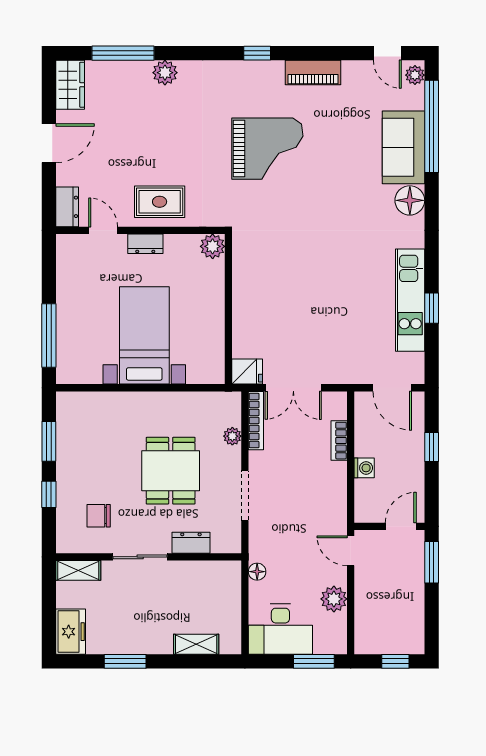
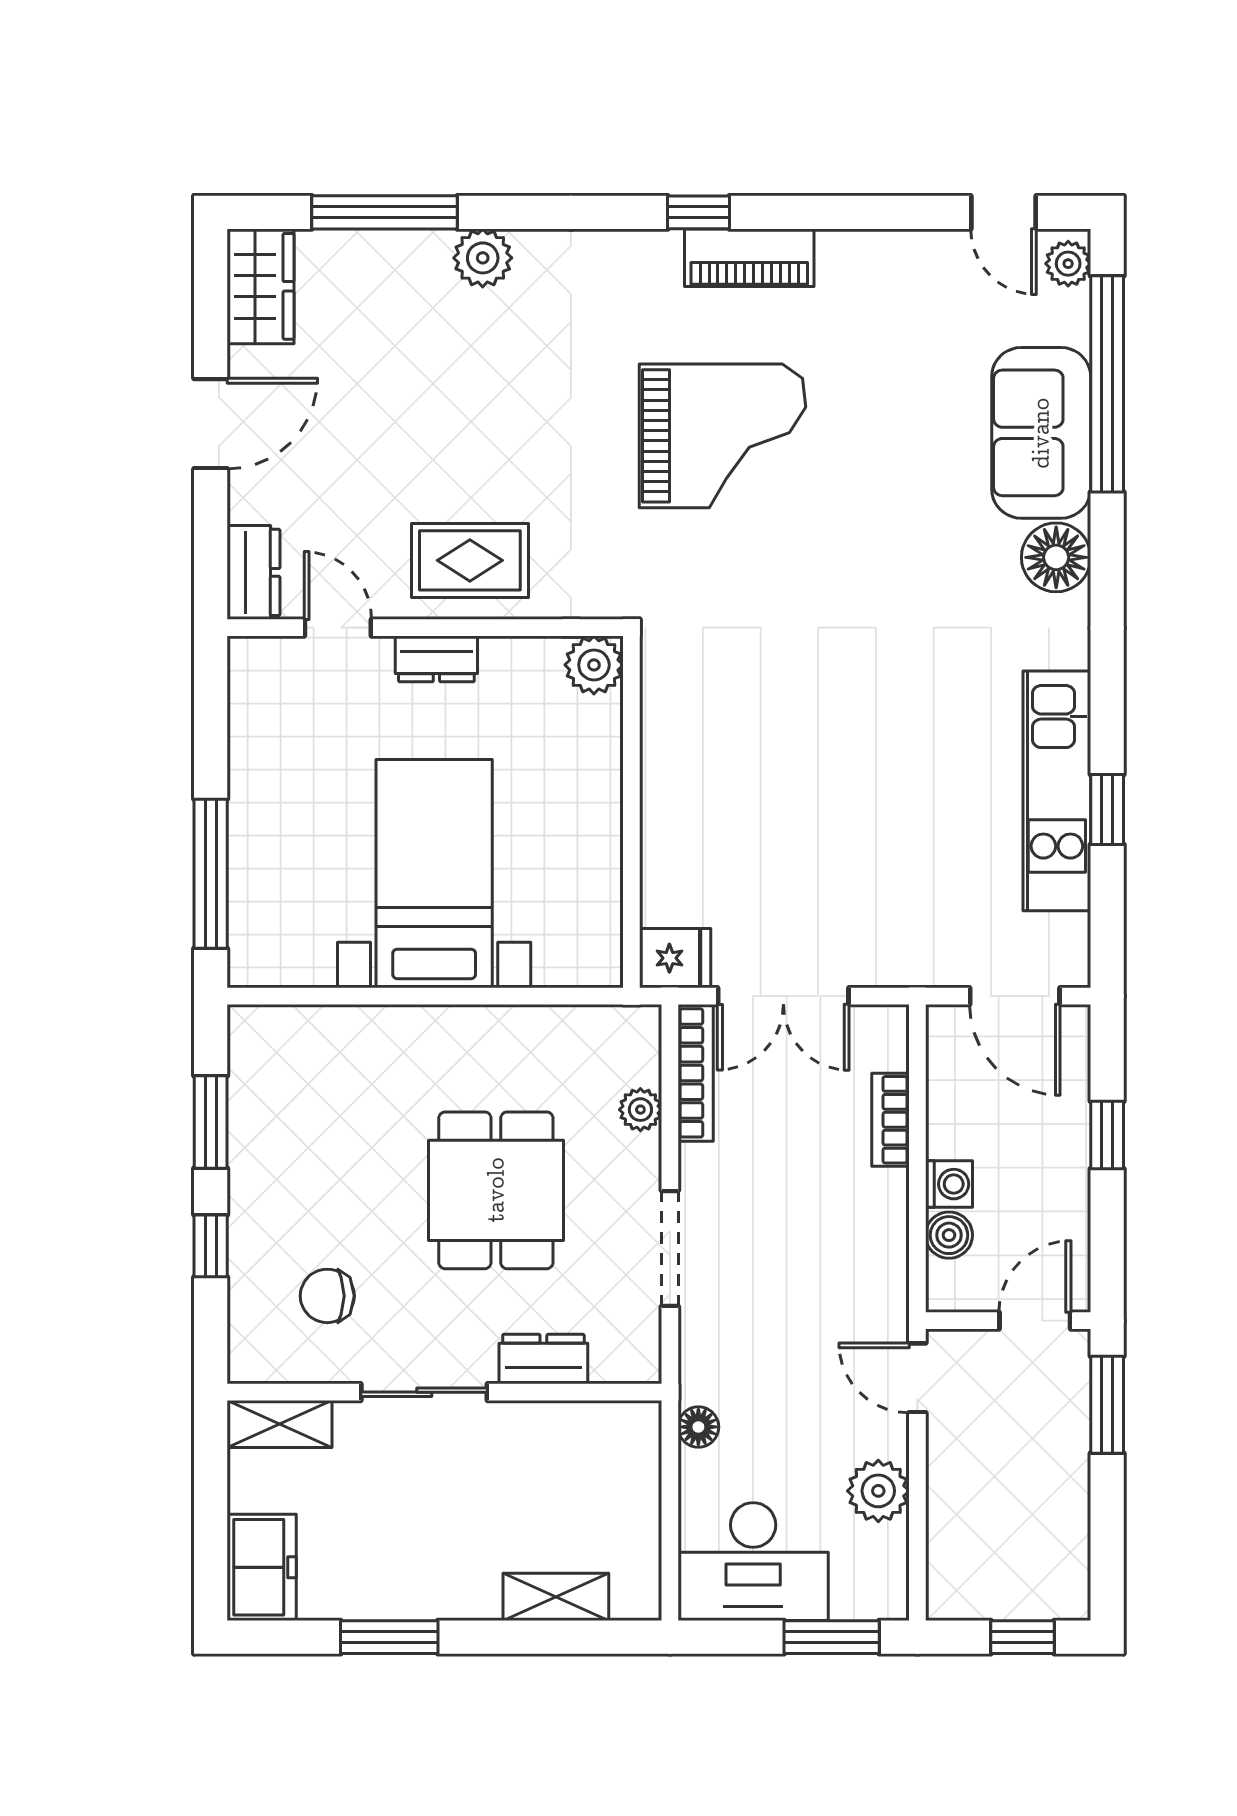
piano: (313, 72) -> (749, 258), moved
boiler: (364, 490) -> (949, 1235), added

